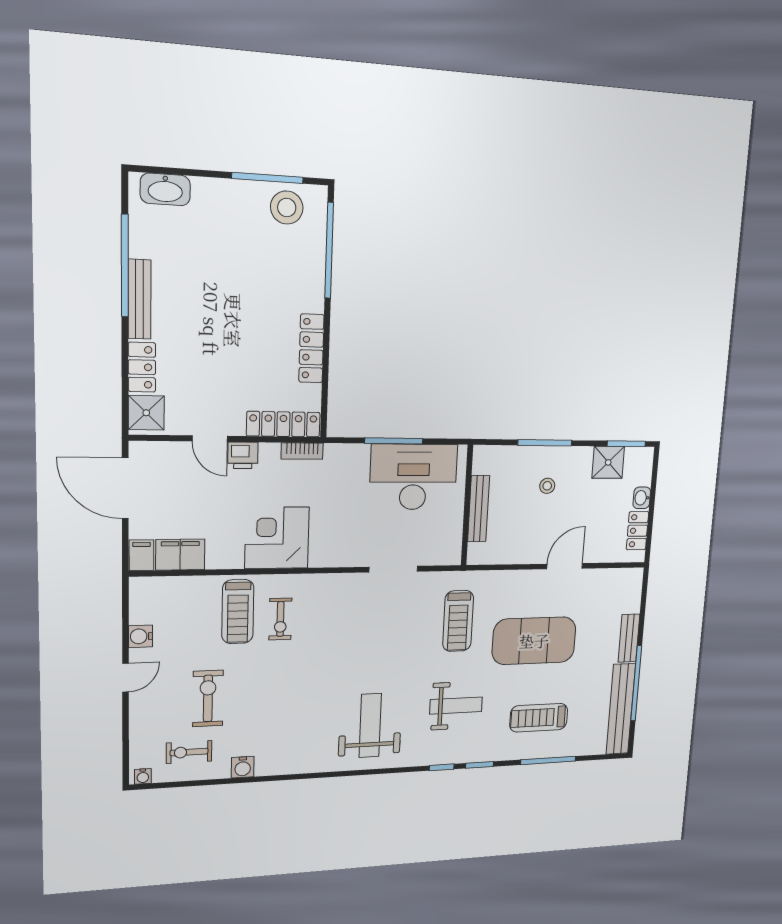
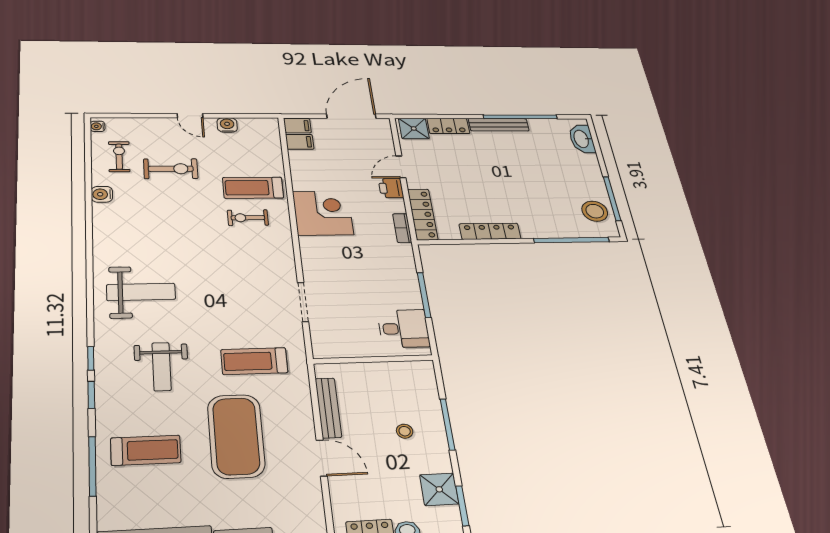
desk: (413, 477) -> (404, 329), width x0.53, depth x0.77
bench: (479, 509) -> (328, 408), moved, turned 90
filing cabinet: (180, 555) -> (300, 142), width x0.50
treadmill: (539, 718) -> (146, 450), turned 90

